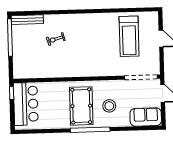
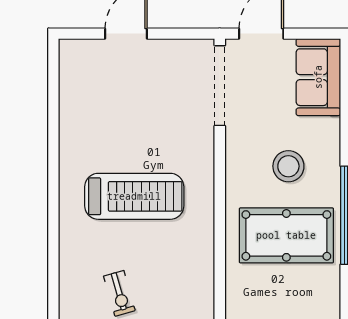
treadmill: (129, 36) -> (134, 196), moved

